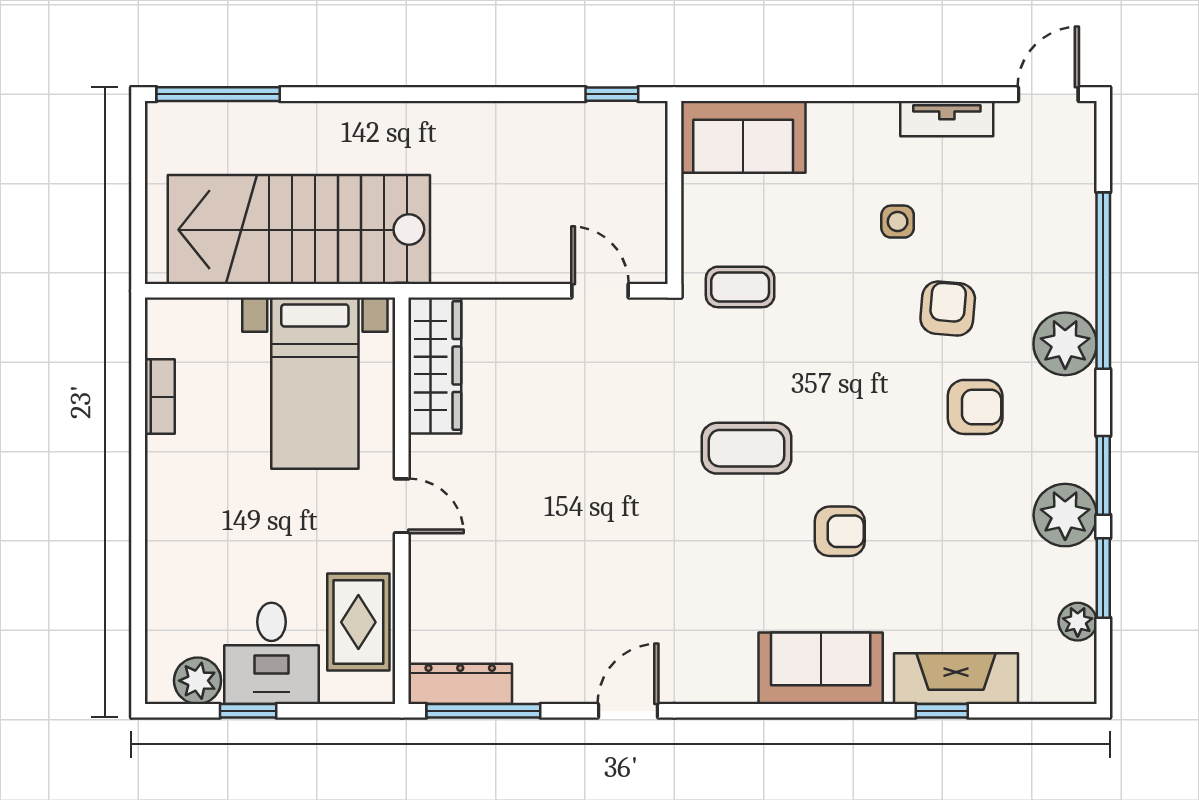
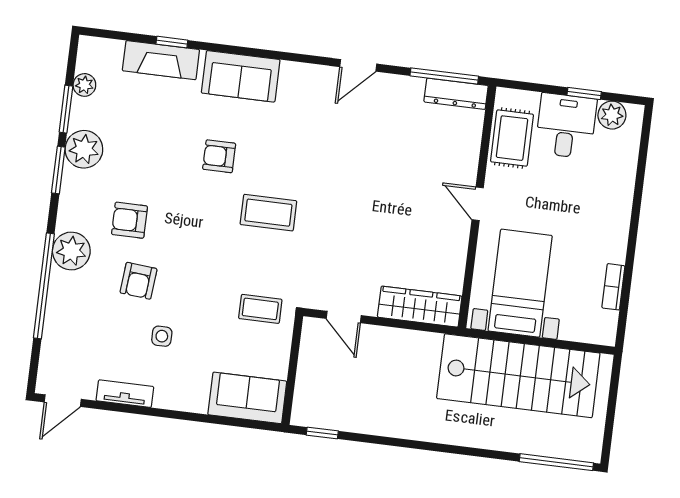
wardrobe: (435, 365) -> (420, 307), moved, turned 90

